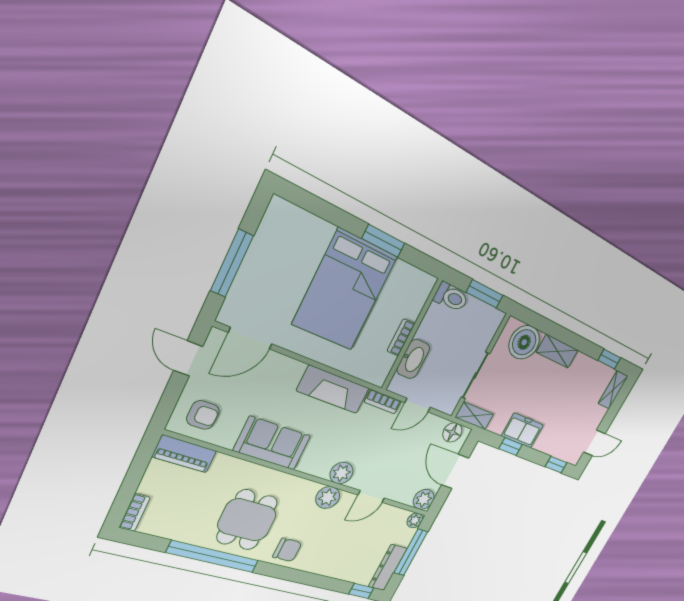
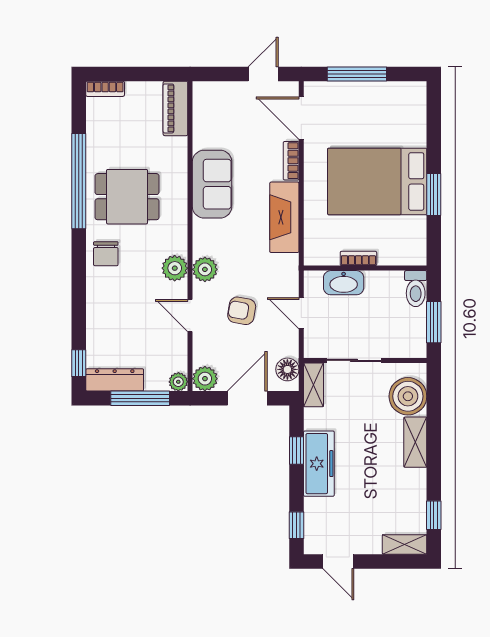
bookcase: (383, 402) -> (291, 161), moved
armchair: (203, 415) -> (242, 311), moved, turned 100
freezer: (522, 430) -> (319, 464), width x1.40

